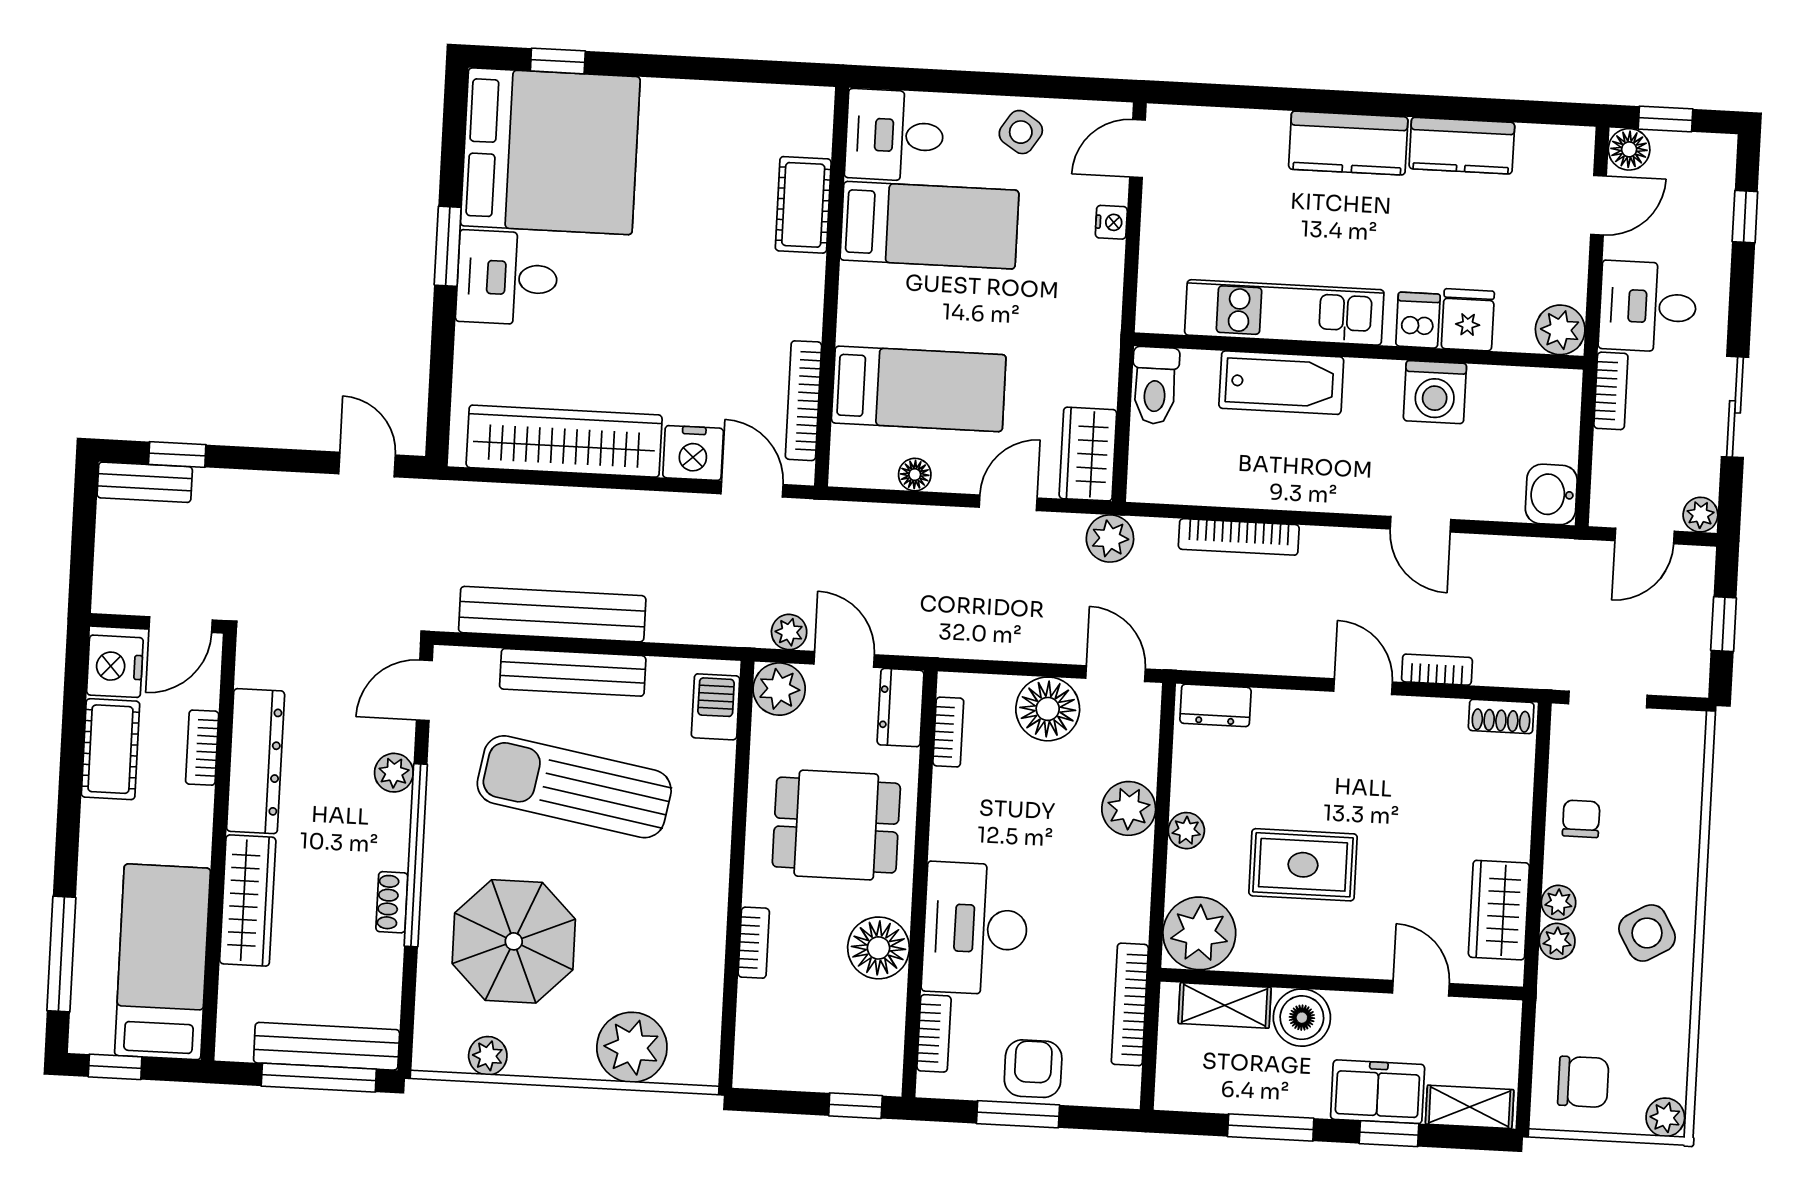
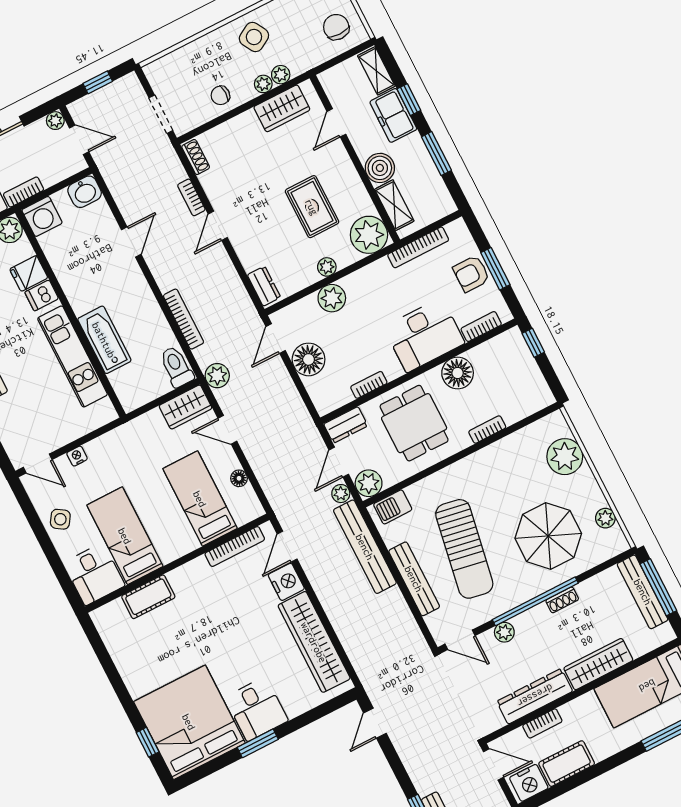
toilet: (1155, 385) -> (176, 367), moved, turned -90
washing machine: (1435, 392) -> (42, 216), moved, turned 90
bench: (552, 614) -> (365, 547), moved
bookcase: (948, 732) -> (369, 385), moved

